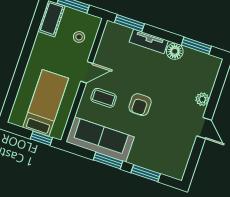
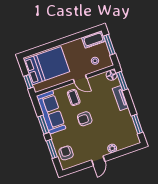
floor lamp: (175, 51) -> (112, 75), moved
bed: (46, 103) -> (47, 66), width x1.50
armchair: (164, 160) -> (66, 153), added

